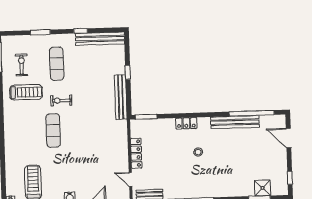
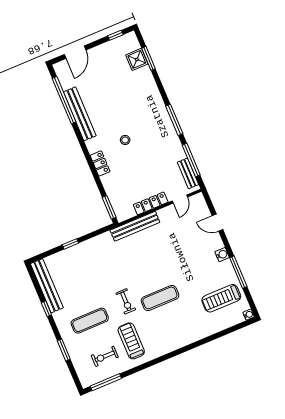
bench: (121, 97) -> (135, 226), moved

